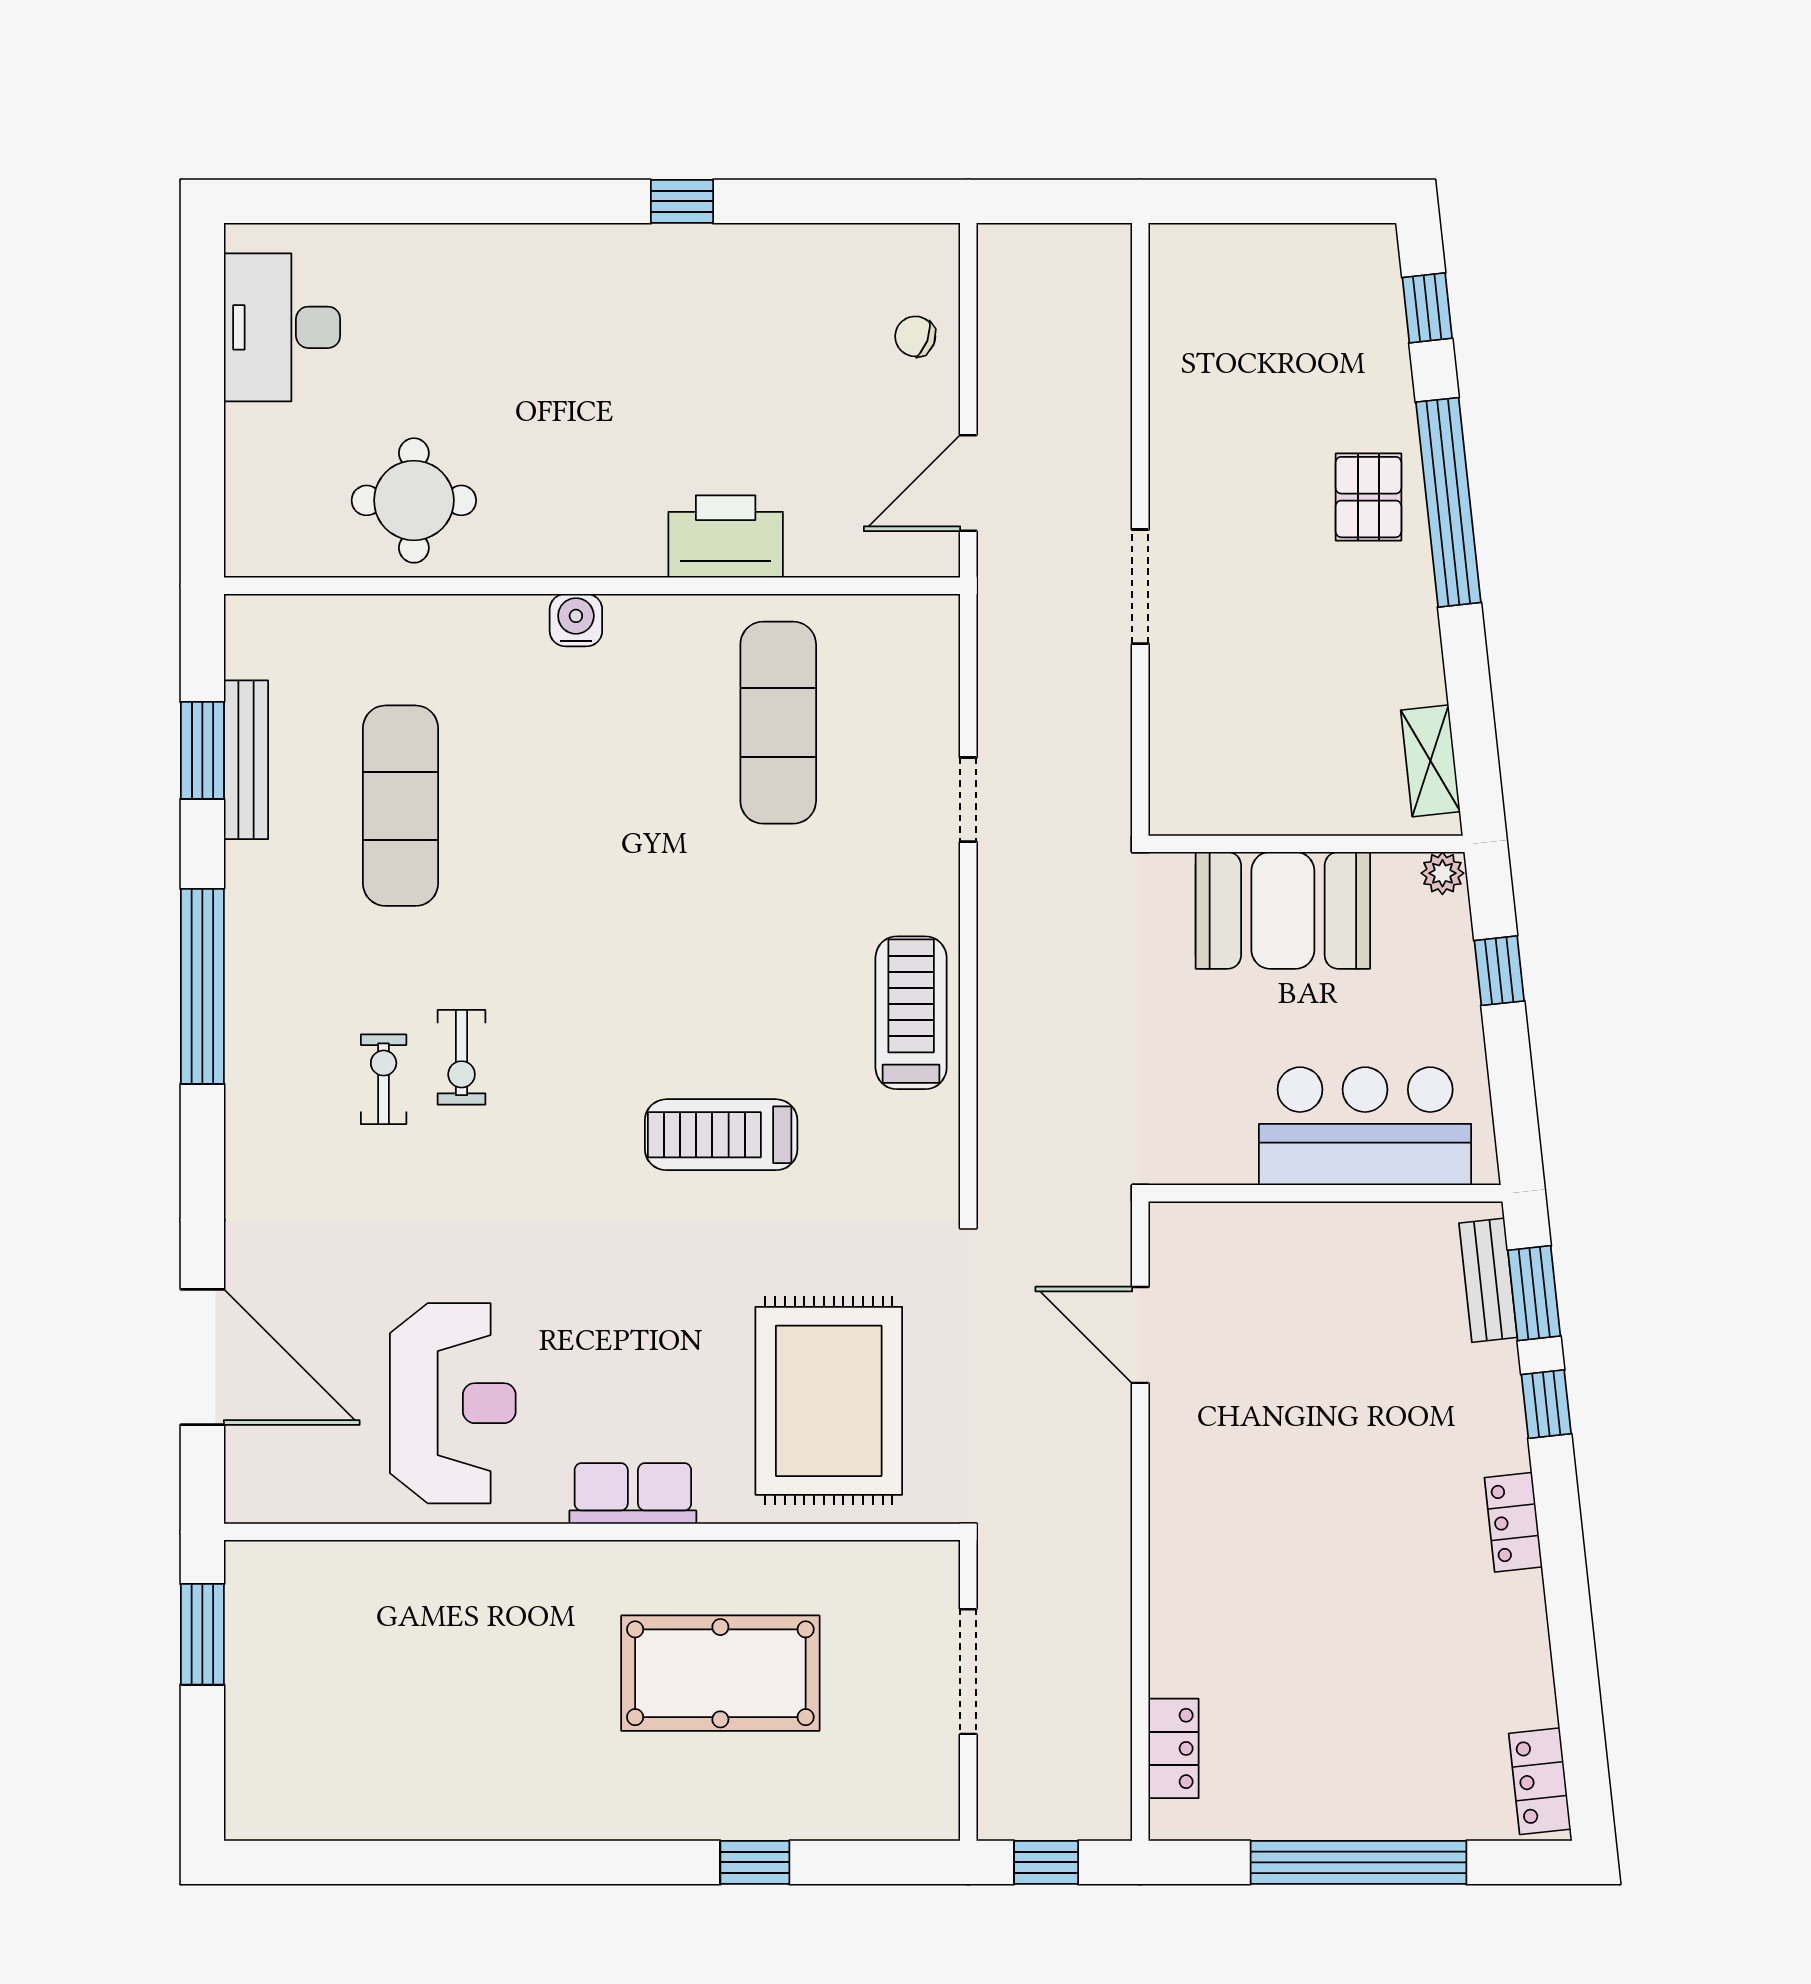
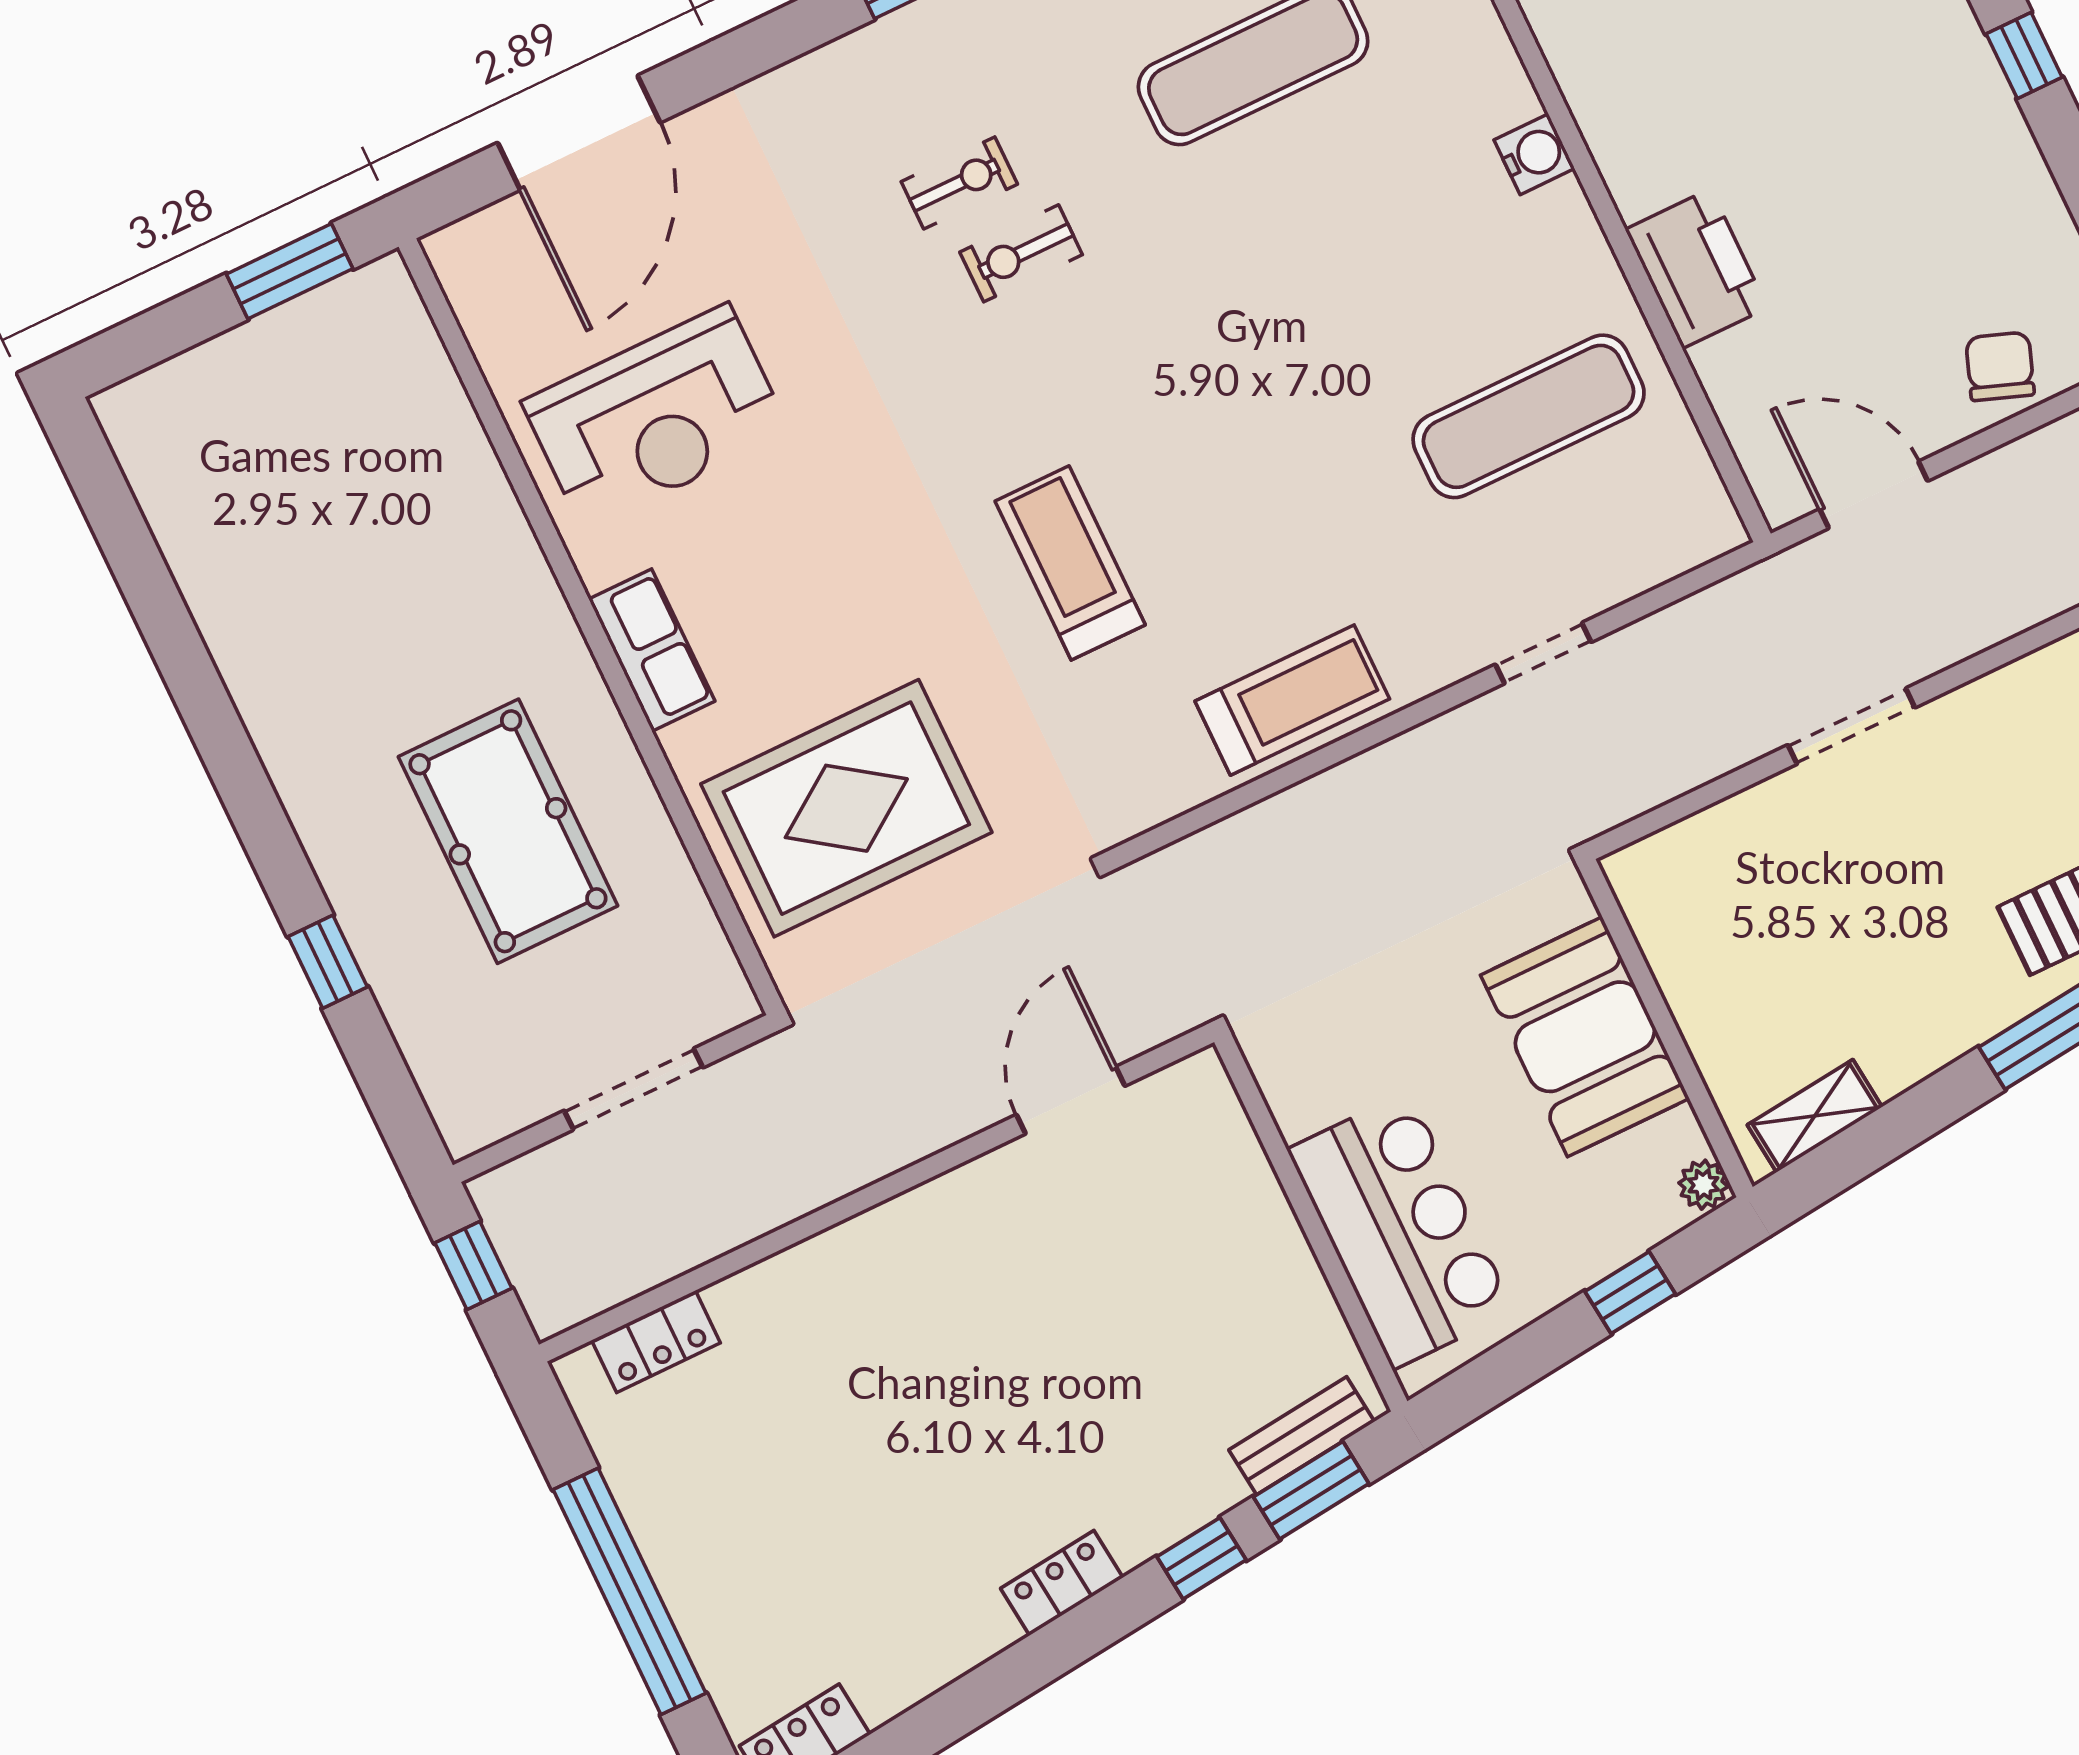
chair: (915, 336) -> (2000, 366), width x1.37, depth x1.37

